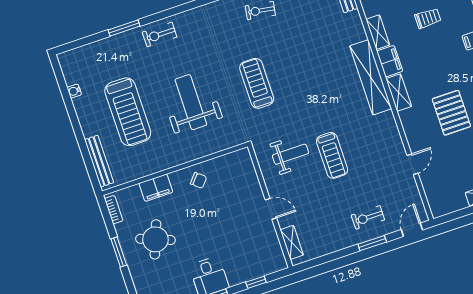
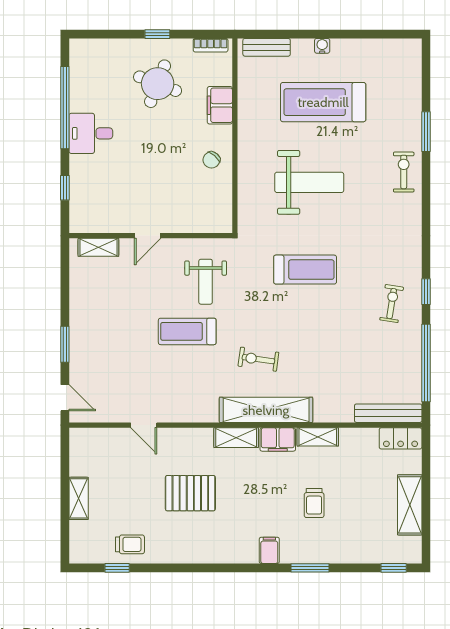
water cooler: (74, 91) -> (322, 46), moved
bench: (99, 161) -> (267, 47), width x0.73
exercise bike: (368, 217) -> (258, 359), moved, turned -82
window: (119, 252) -> (157, 34), width x0.67

